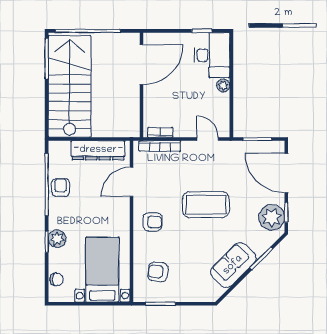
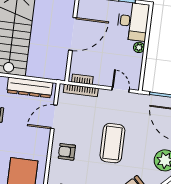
door: (141, 65) -> (73, 34), moved
coffee table: (206, 205) -> (112, 143), turned 90
armchair: (152, 222) -> (67, 152), turned 180

